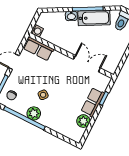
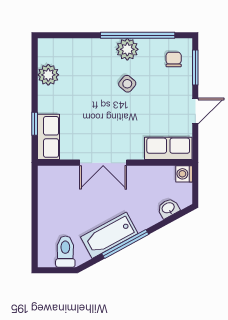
washbasin: (71, 16) -> (168, 208), moved
double door: (87, 64) -> (103, 163), moved
row of seats: (93, 102) -> (48, 137), moved

